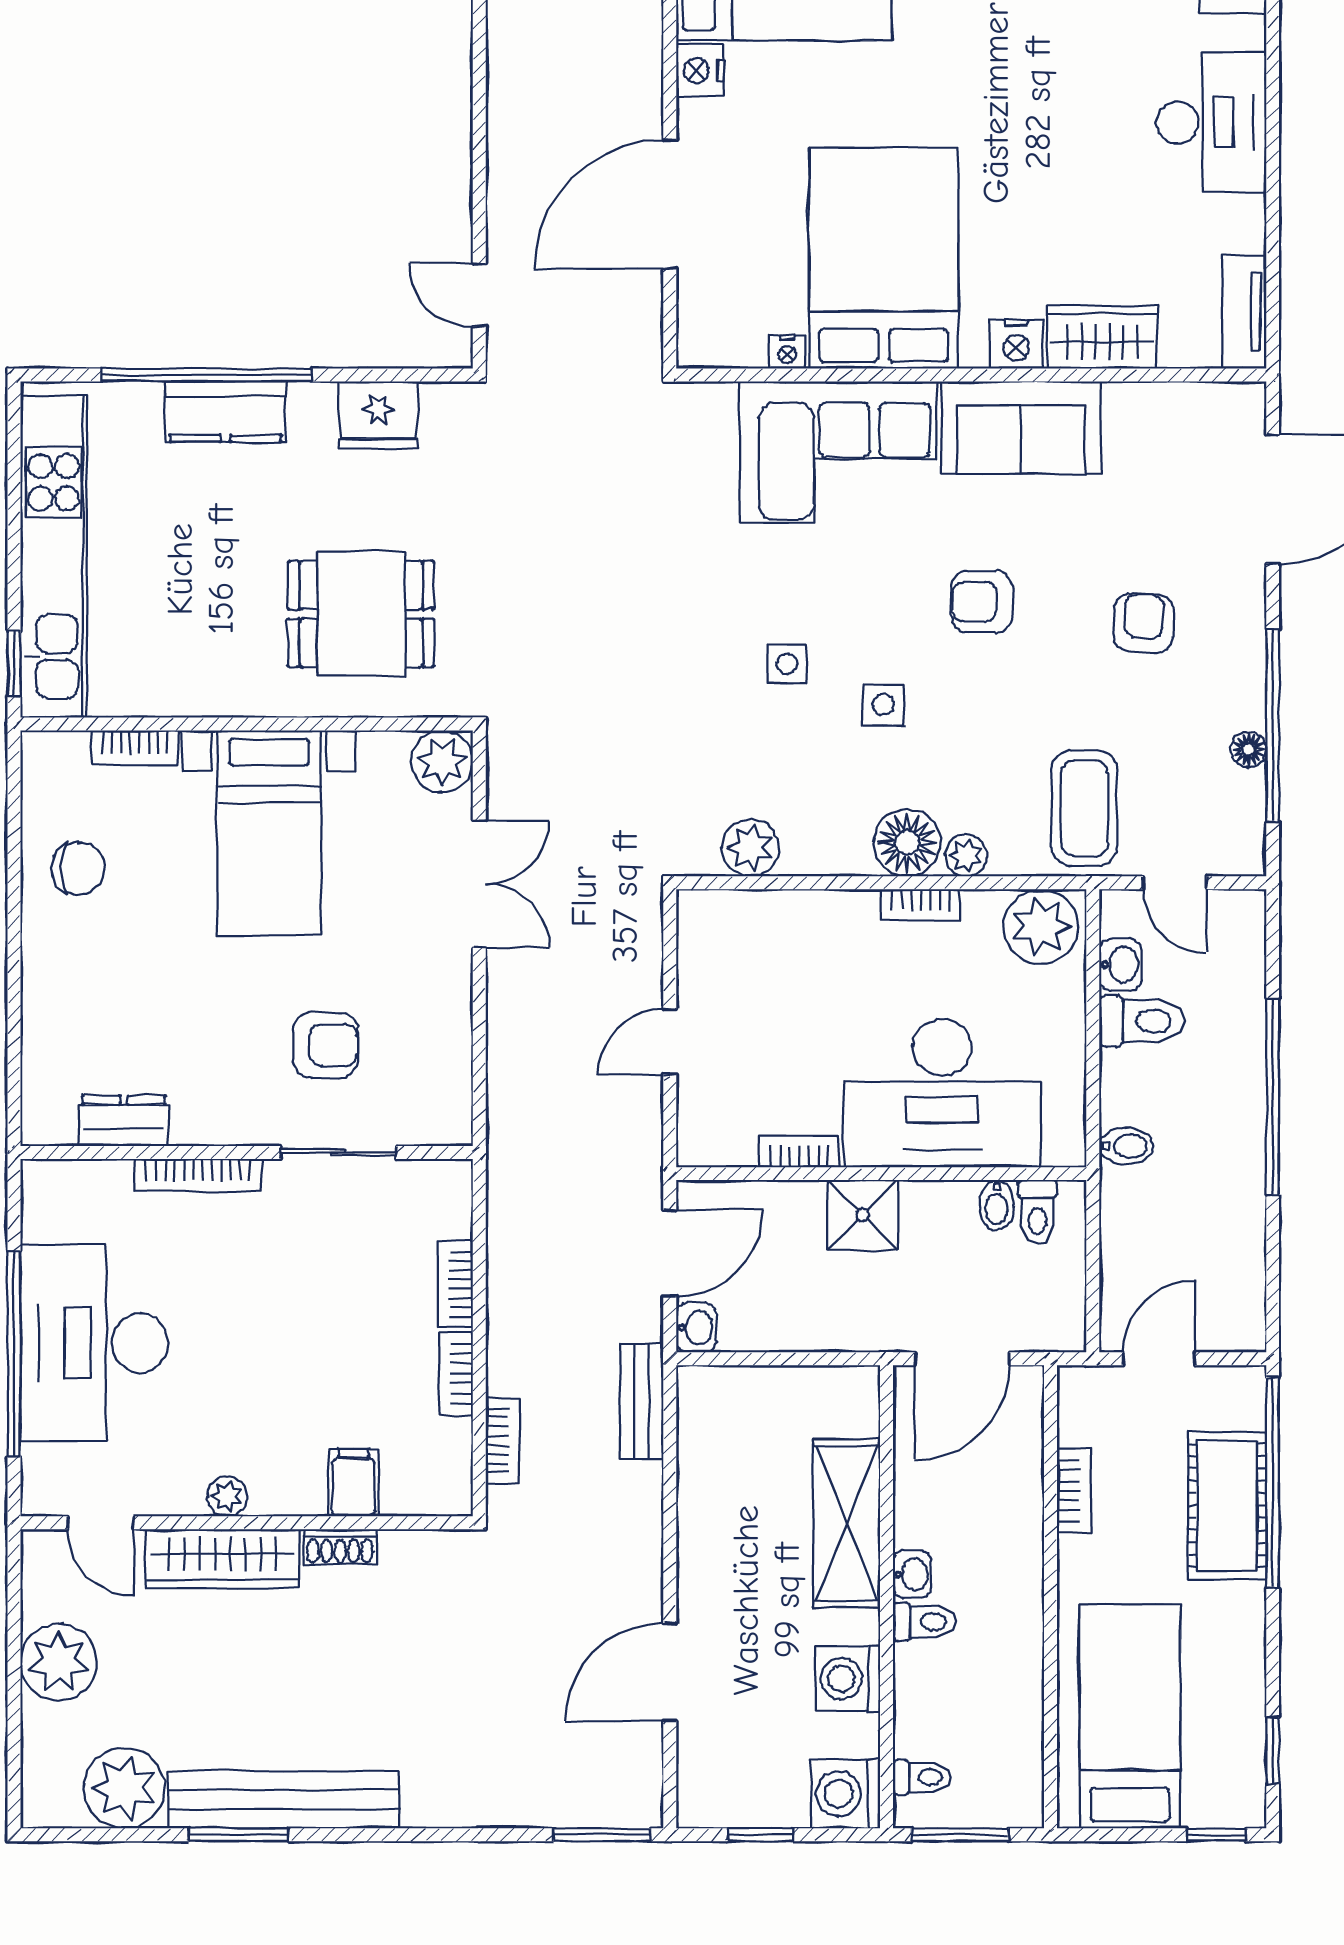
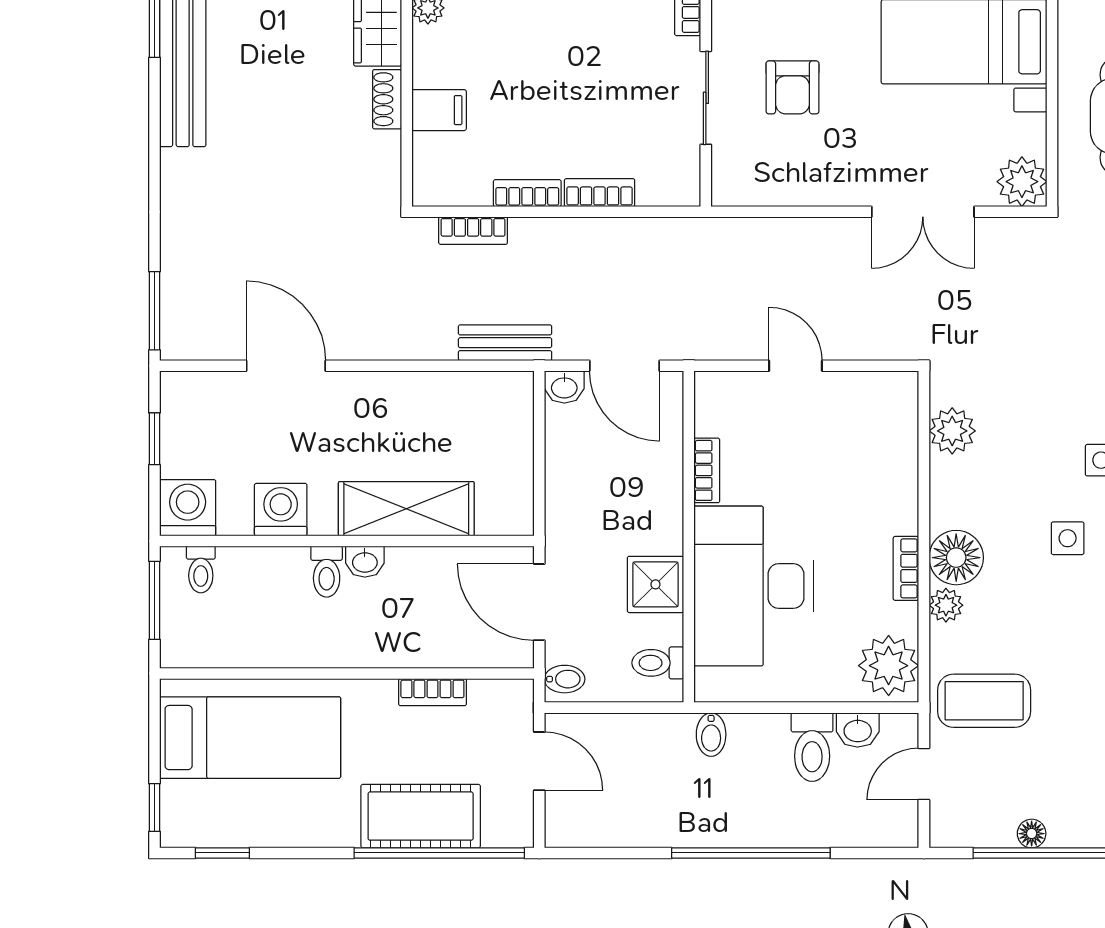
bidet: (997, 1205) -> (565, 679), moved, turned 180
shower: (863, 1215) -> (655, 584), moved

